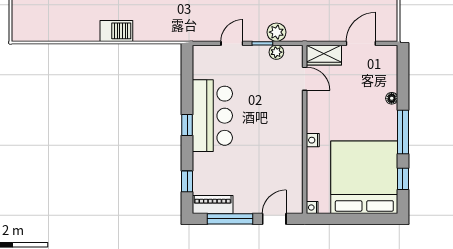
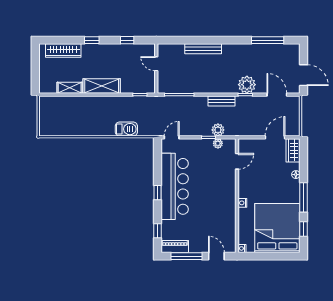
barbecue: (116, 31) -> (126, 129), moved
door: (232, 43) -> (172, 137), moved
wardrobe: (324, 55) -> (293, 150), moved, turned 90
door: (305, 79) -> (237, 161), hinge flipped
bar counter: (212, 116) -> (175, 186), width x1.36
door: (274, 219) -> (216, 256), hinge flipped

